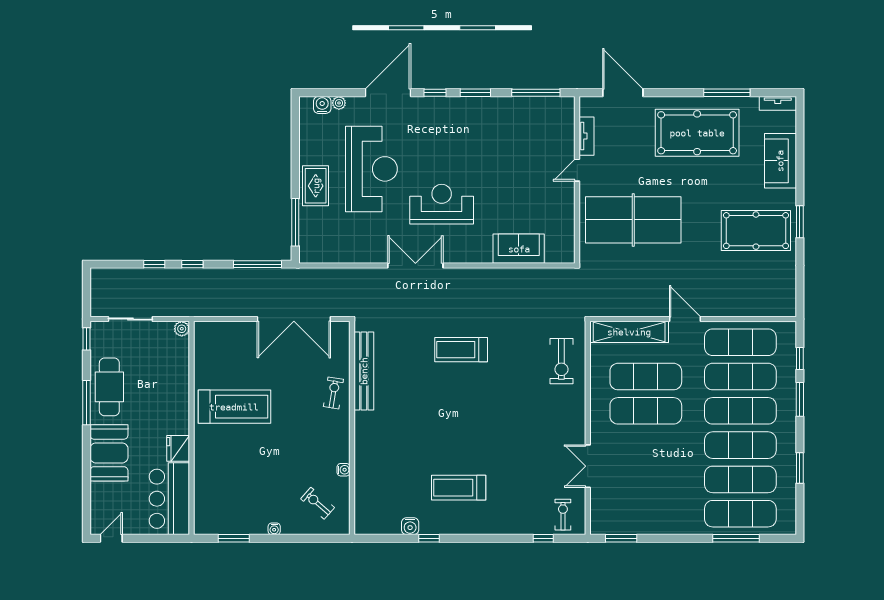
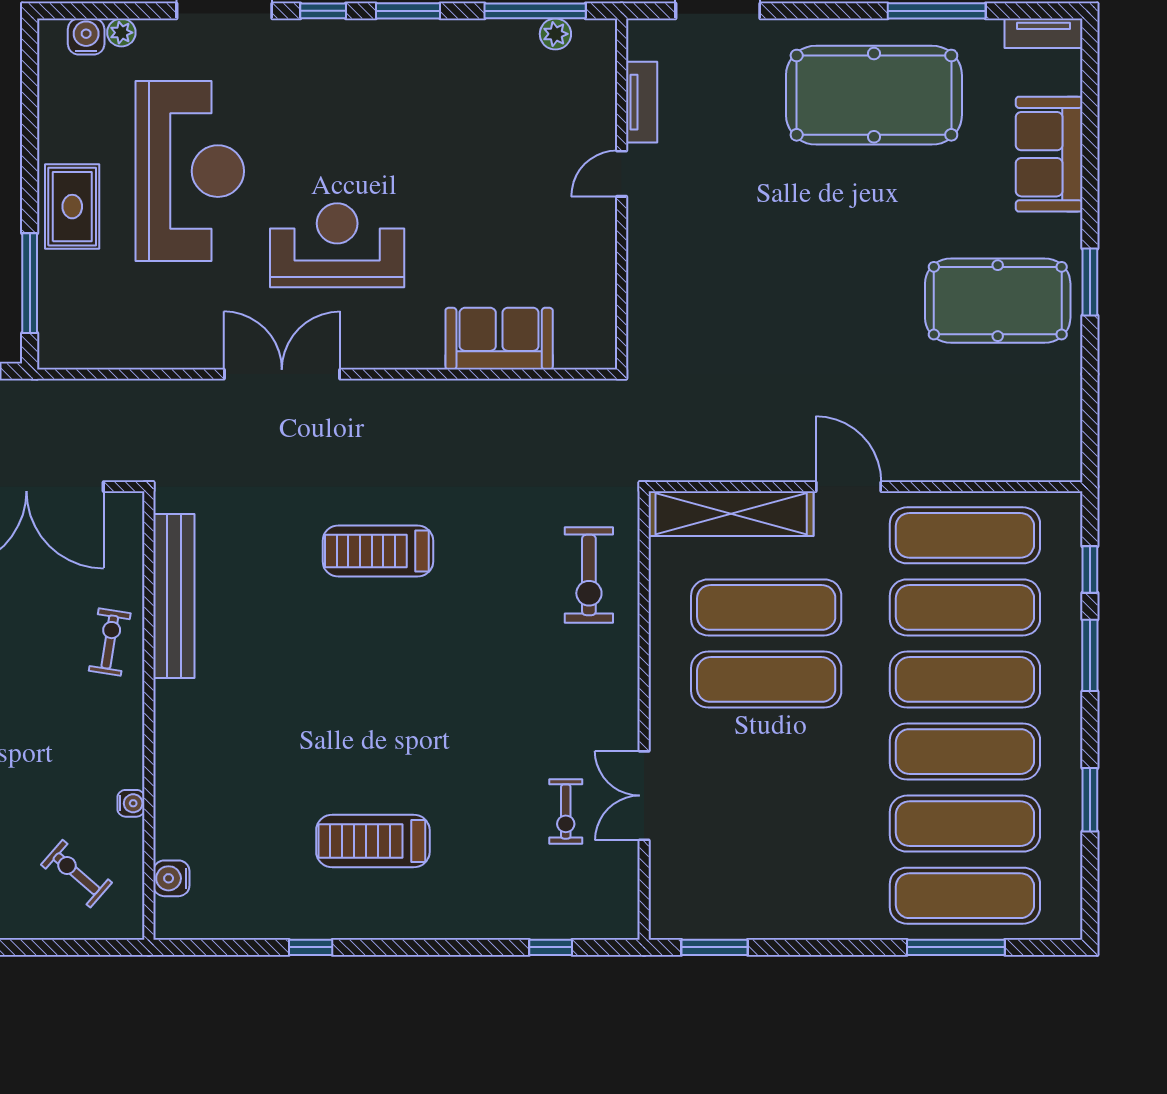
plant: (545, 104) -> (555, 34), added
table tennis table: (633, 220) -> (740, 278), removed
exercise bike: (563, 515) -> (566, 812), moved, turned 180
water cooler: (410, 526) -> (171, 878), moved, turned 90

